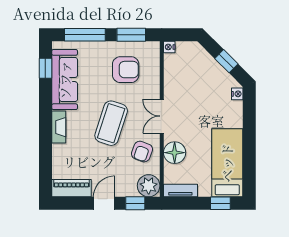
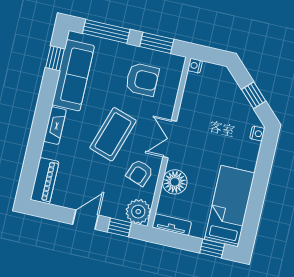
piano: (71, 188) -> (45, 181), moved, turned 90

